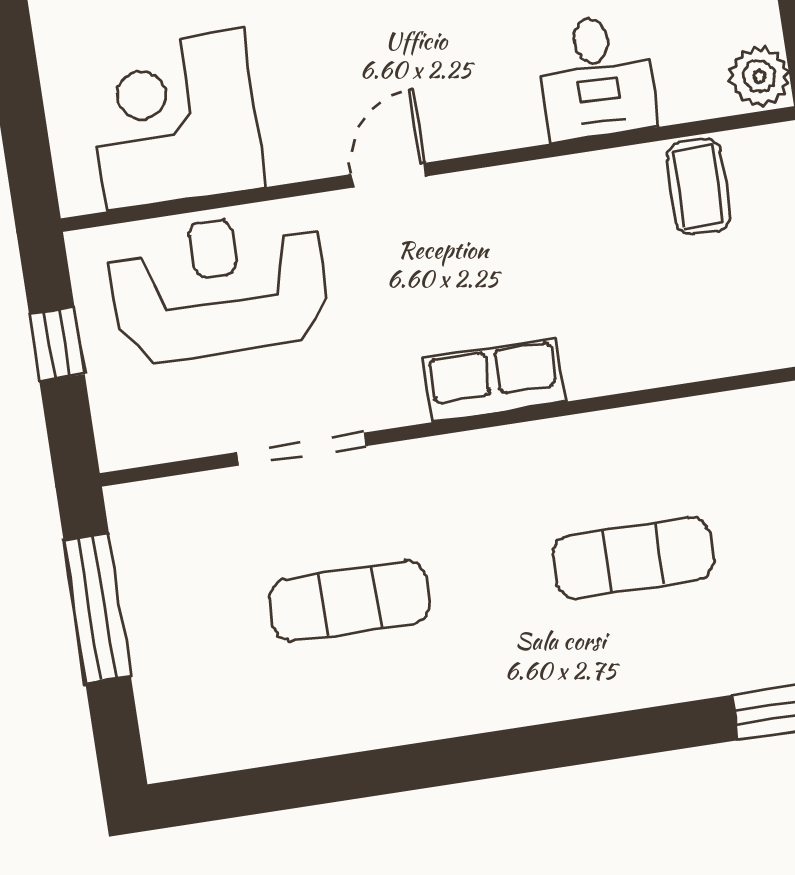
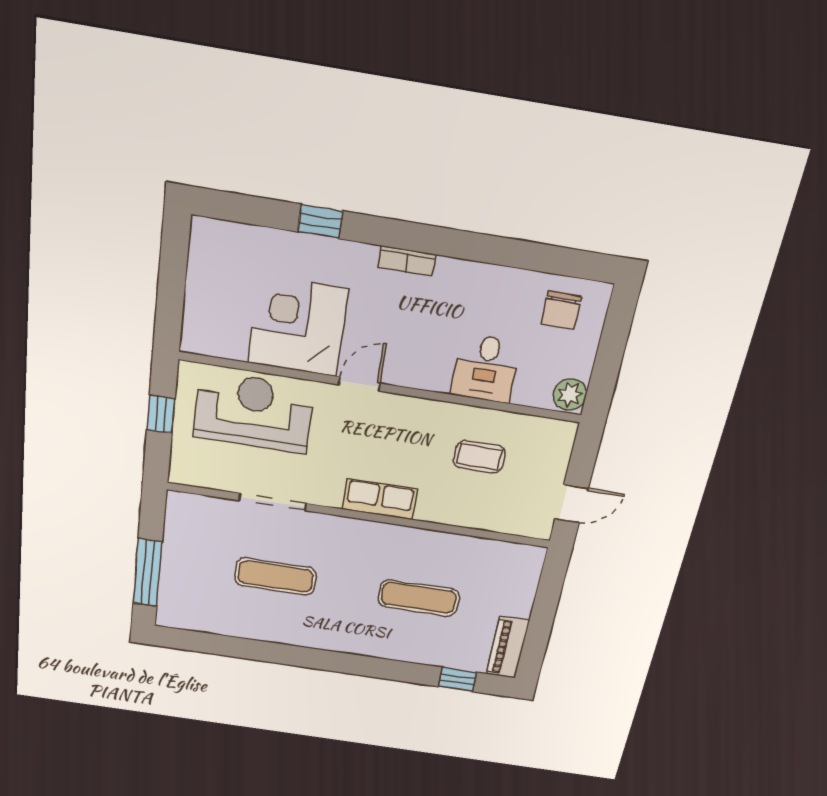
corner desk: (175, 119) -> (298, 326), moved
coffee table: (698, 187) -> (479, 457), moved, turned 90
window: (97, 608) -> (148, 573), moved

